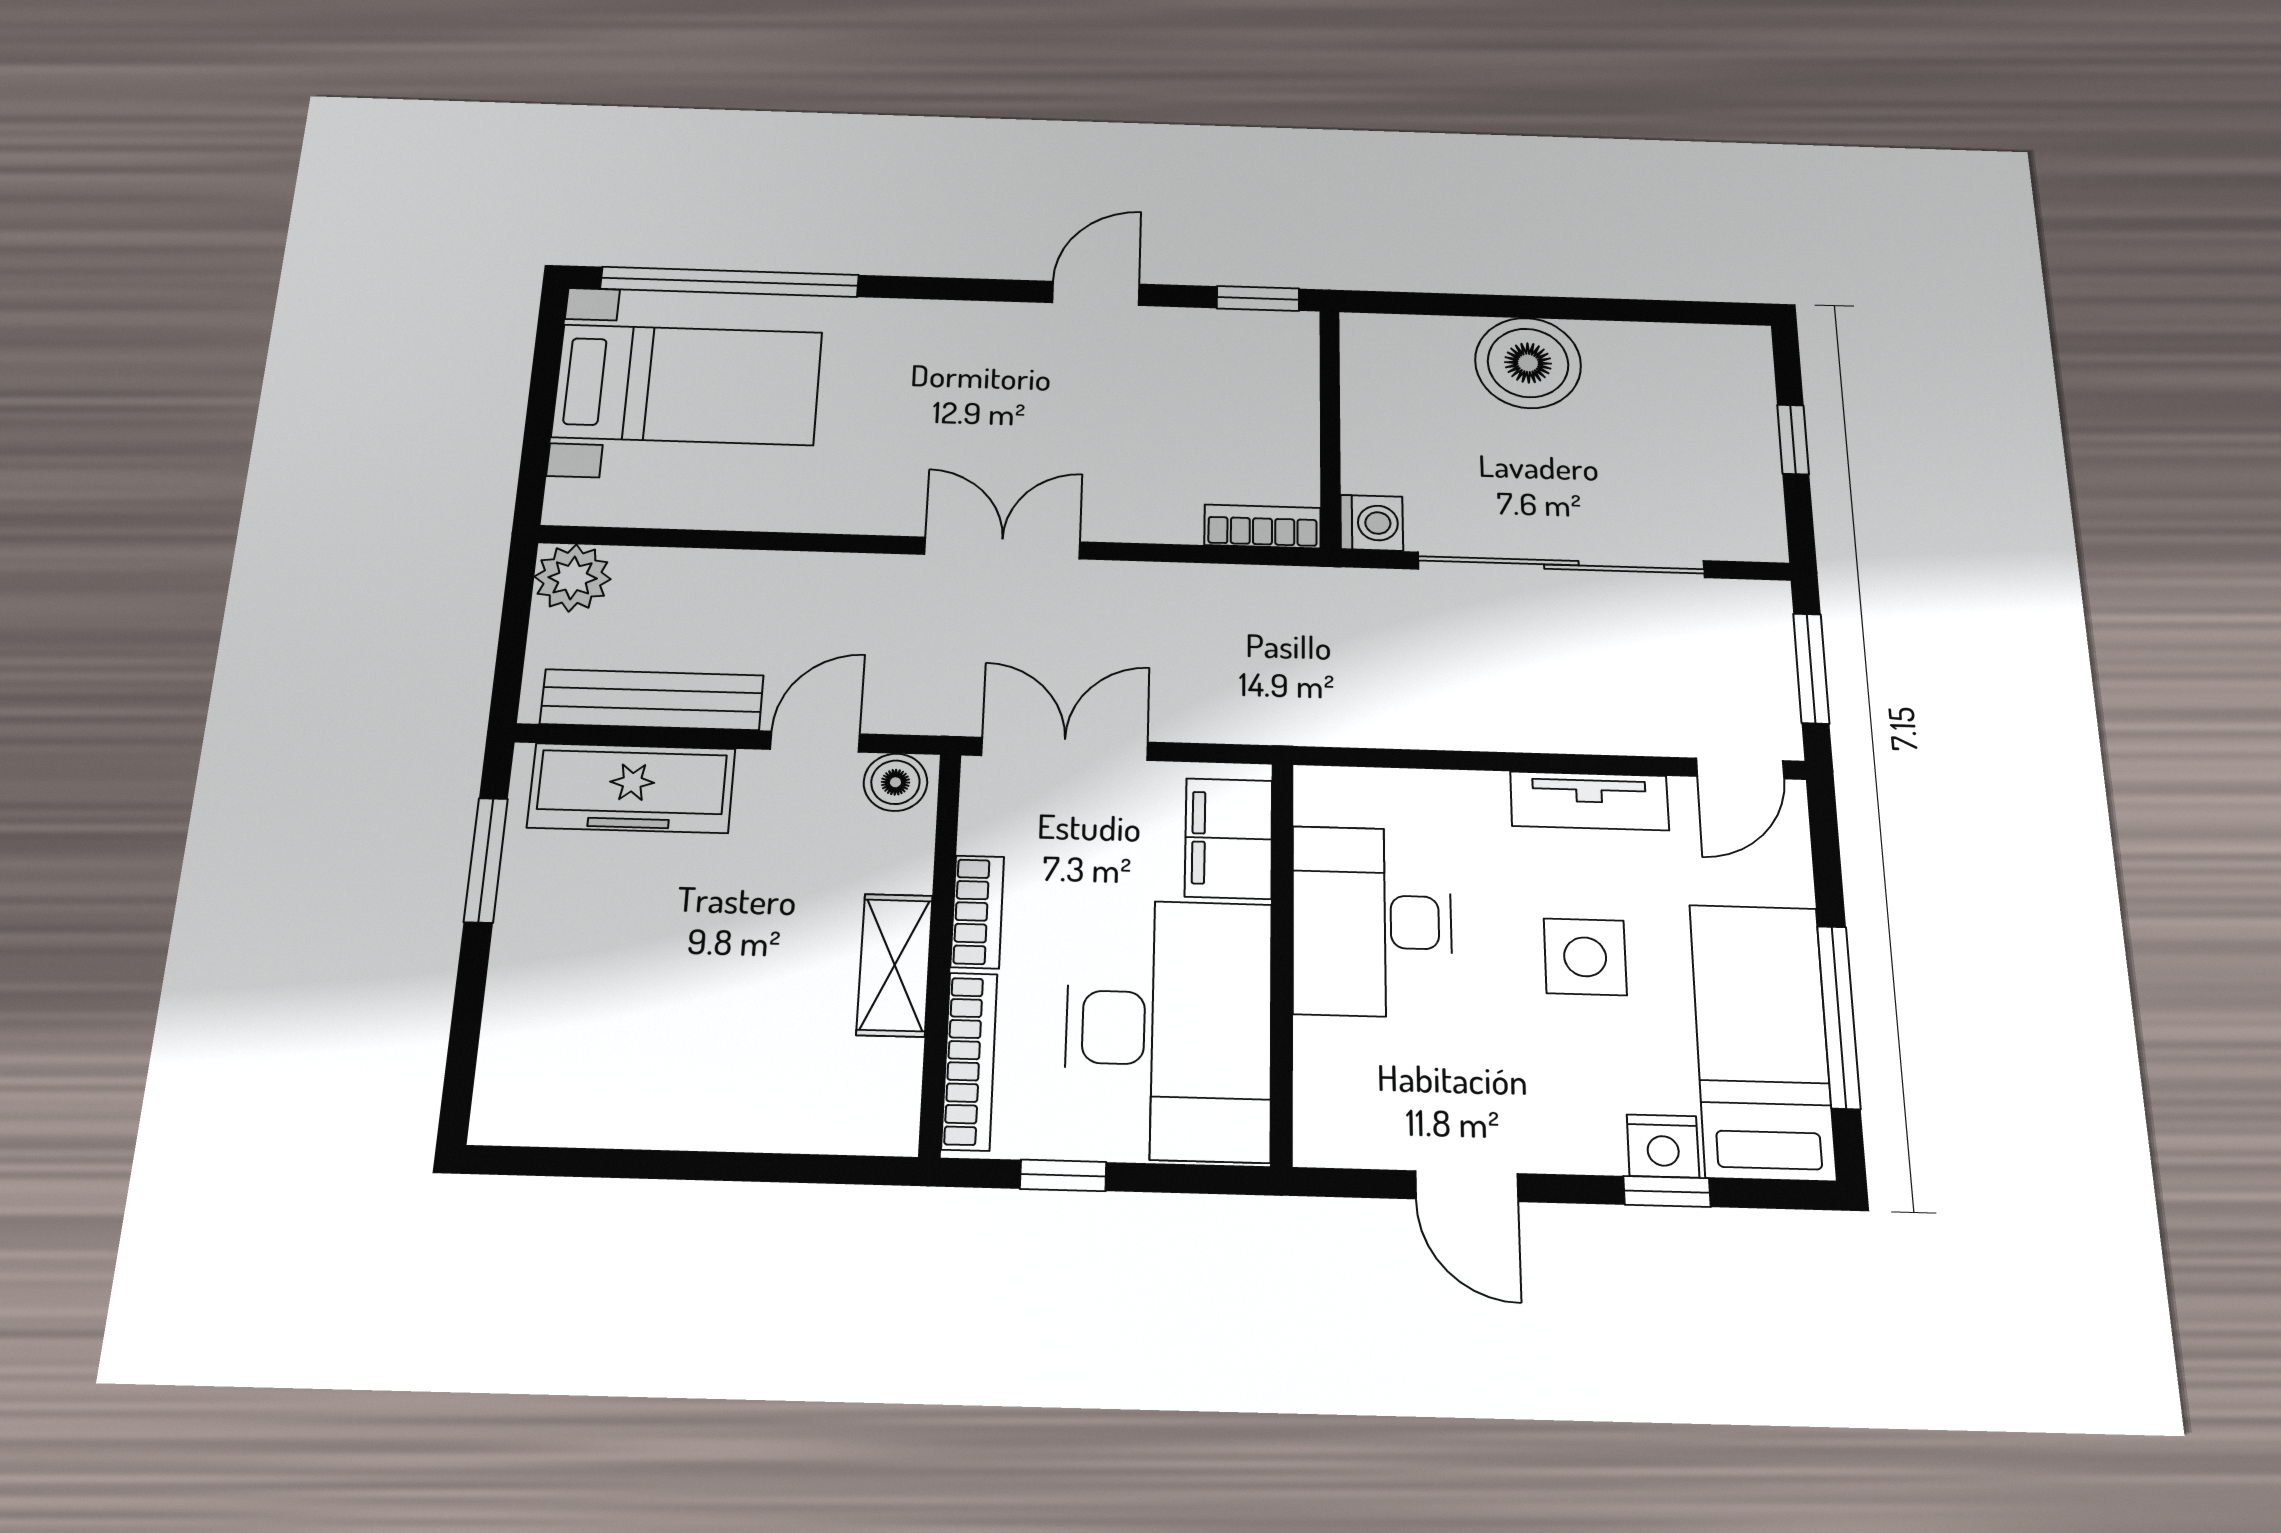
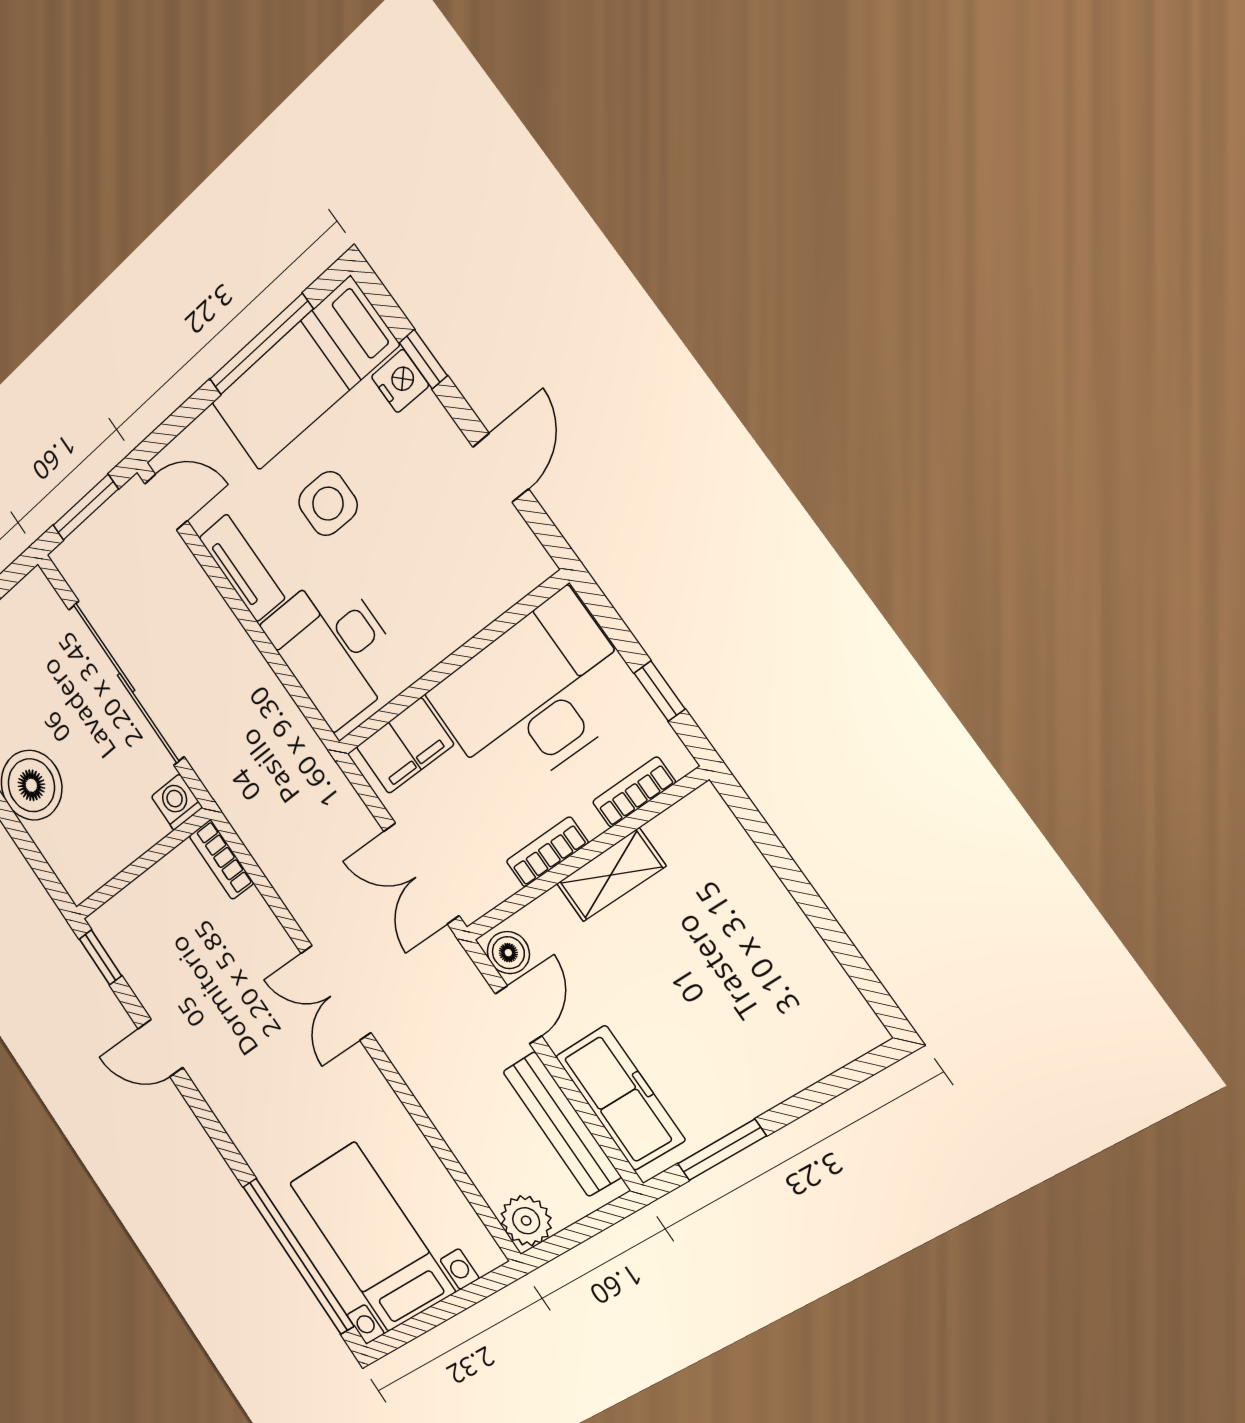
door: (815, 742) -> (518, 1015), swing flipped
desk: (1372, 921) -> (334, 648), moved, turned 90
bookcase: (969, 1061) -> (634, 792), width x0.64

